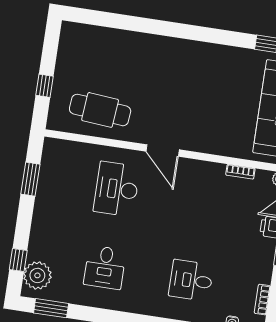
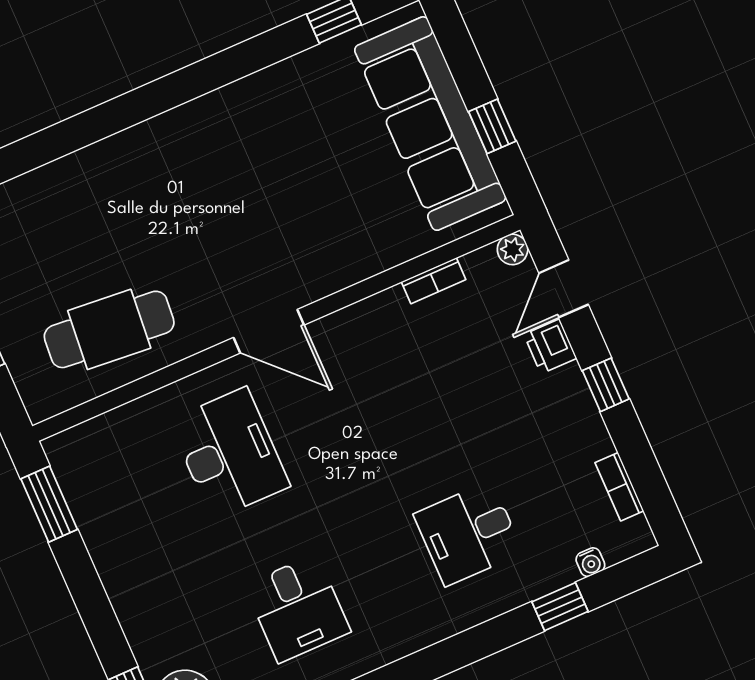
window: (30, 179) -> (49, 504), moved
desk: (117, 189) -> (229, 453), turned 180

